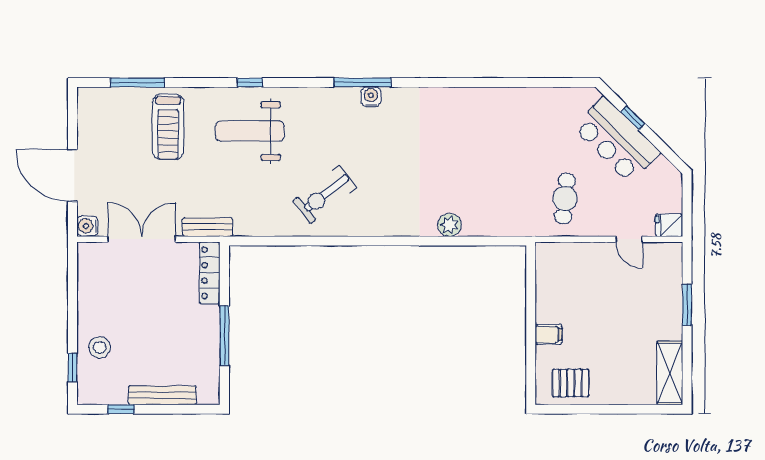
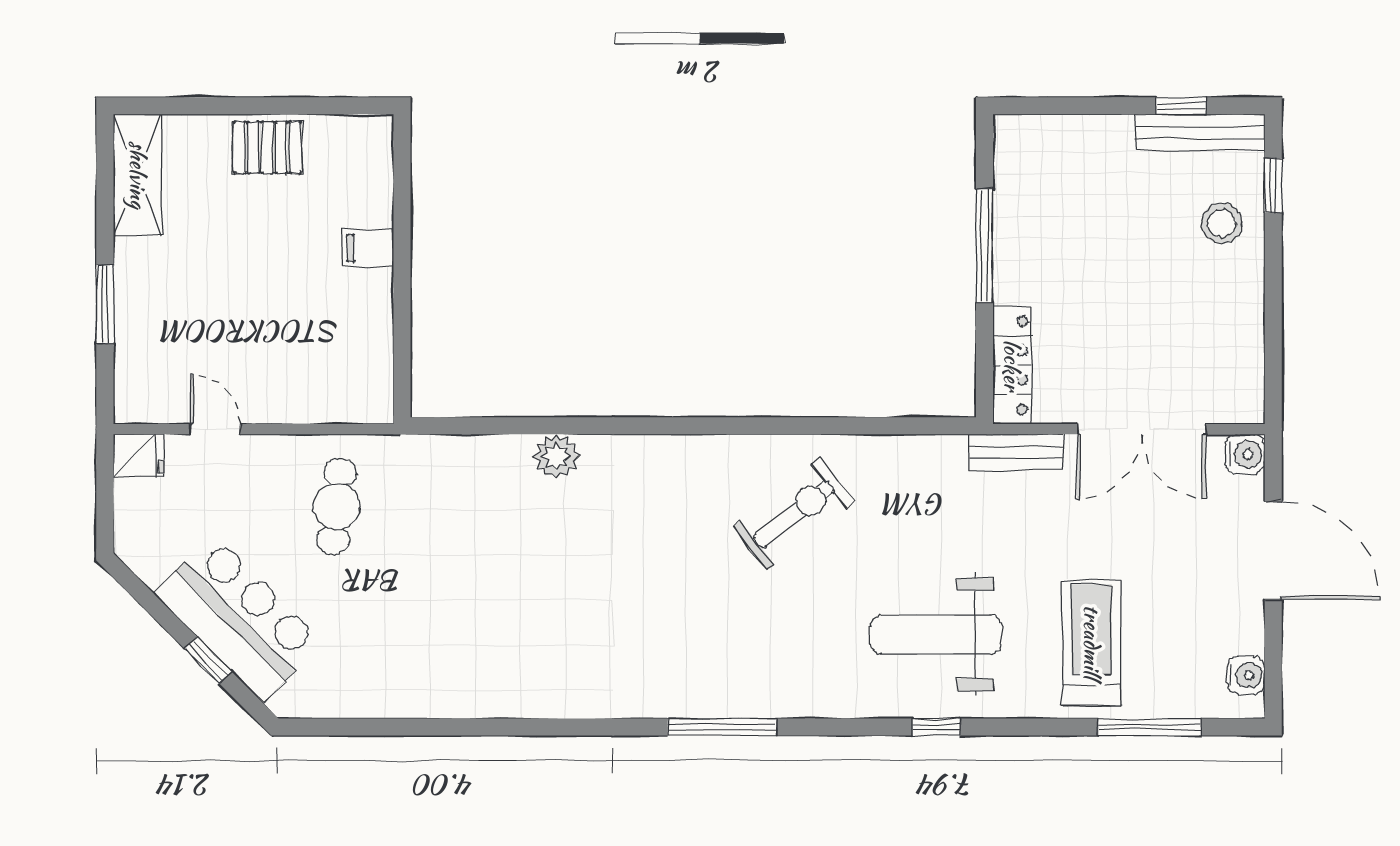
water cooler: (371, 97) -> (1246, 675), moved, turned -90
weight bench: (250, 131) -> (936, 635), turned 180
pallet: (571, 383) -> (267, 147), moved
bench: (162, 395) -> (1200, 132), moved

